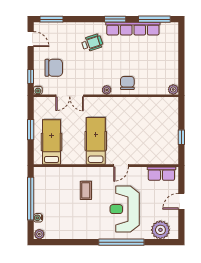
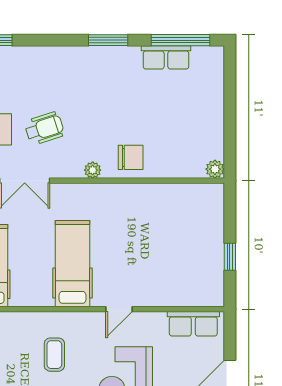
row of seats: (133, 29) -> (166, 57), width x0.50
wheelchair: (92, 43) -> (44, 128), moved
chair: (127, 83) -> (131, 157), turned 90

